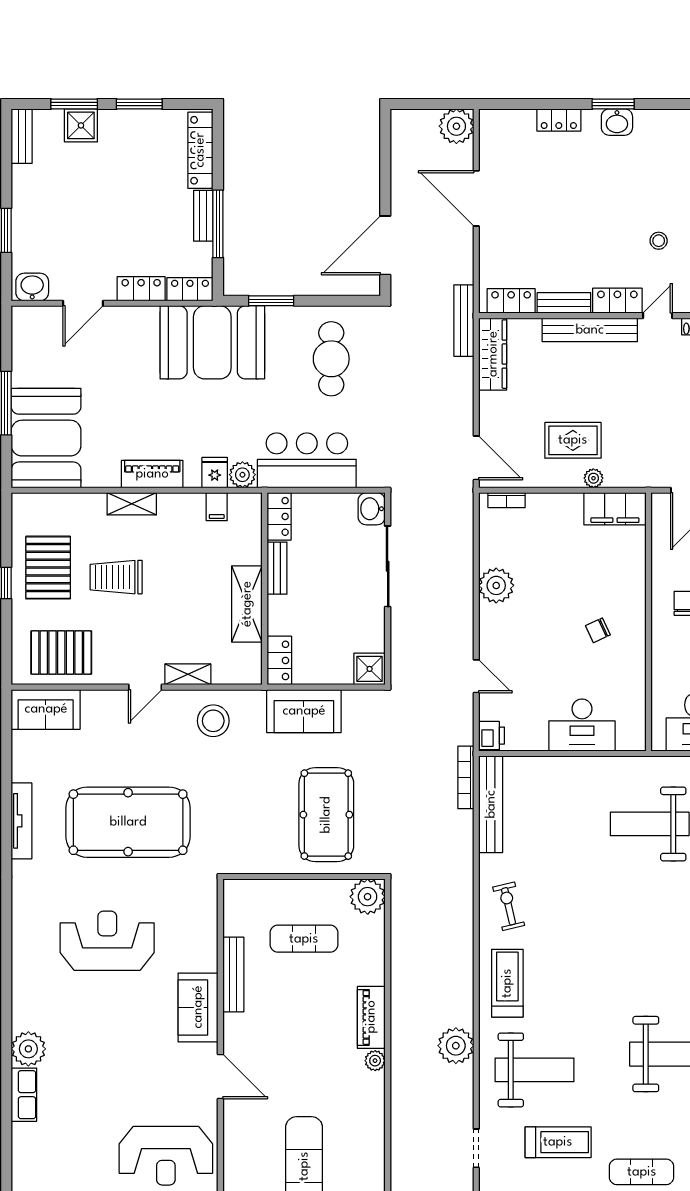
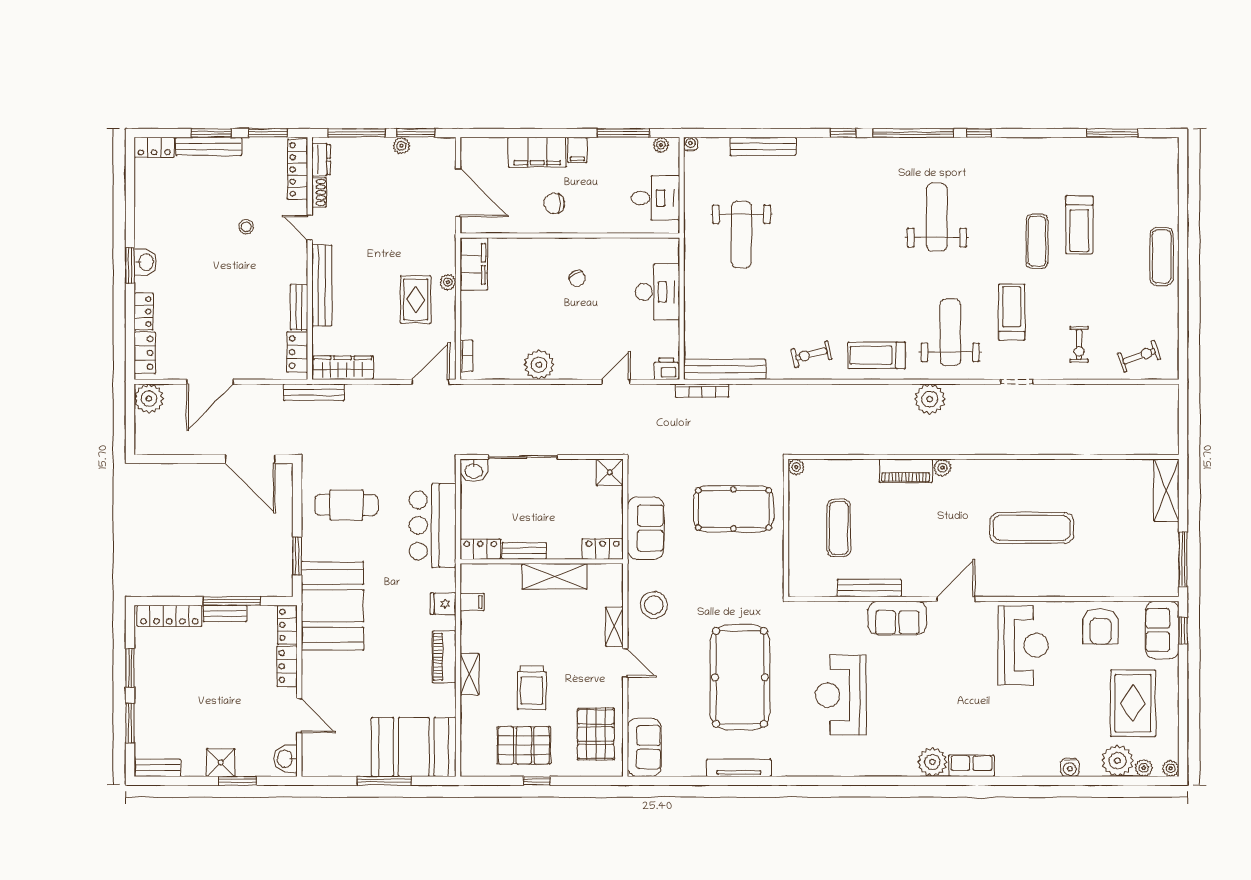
shower: (81, 125) -> (221, 763), moved
locker: (617, 301) -> (145, 353), moved, turned 180
plant: (242, 475) -> (445, 580), removed
plant: (368, 897) -> (796, 467), width x0.53, depth x0.53

